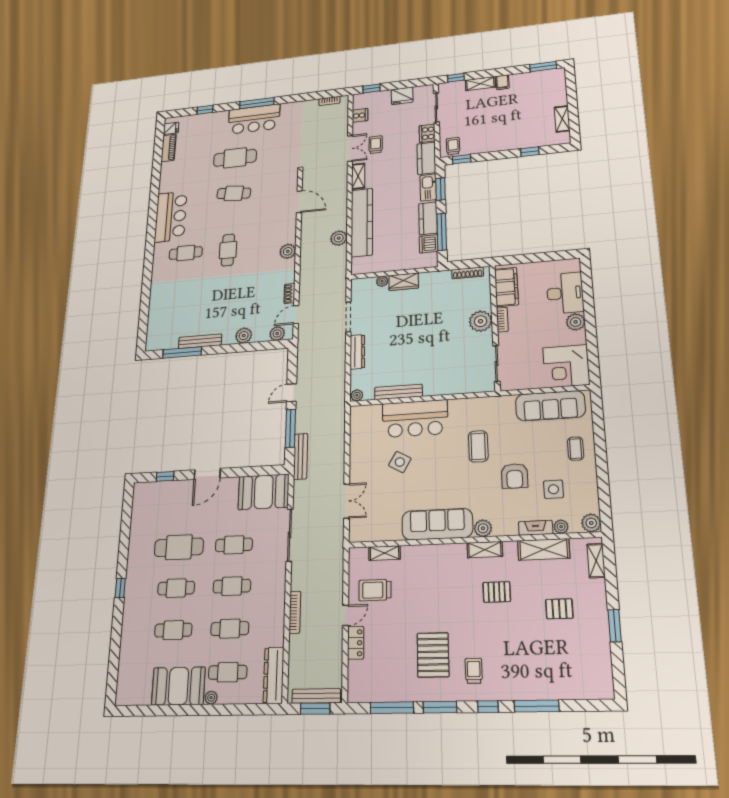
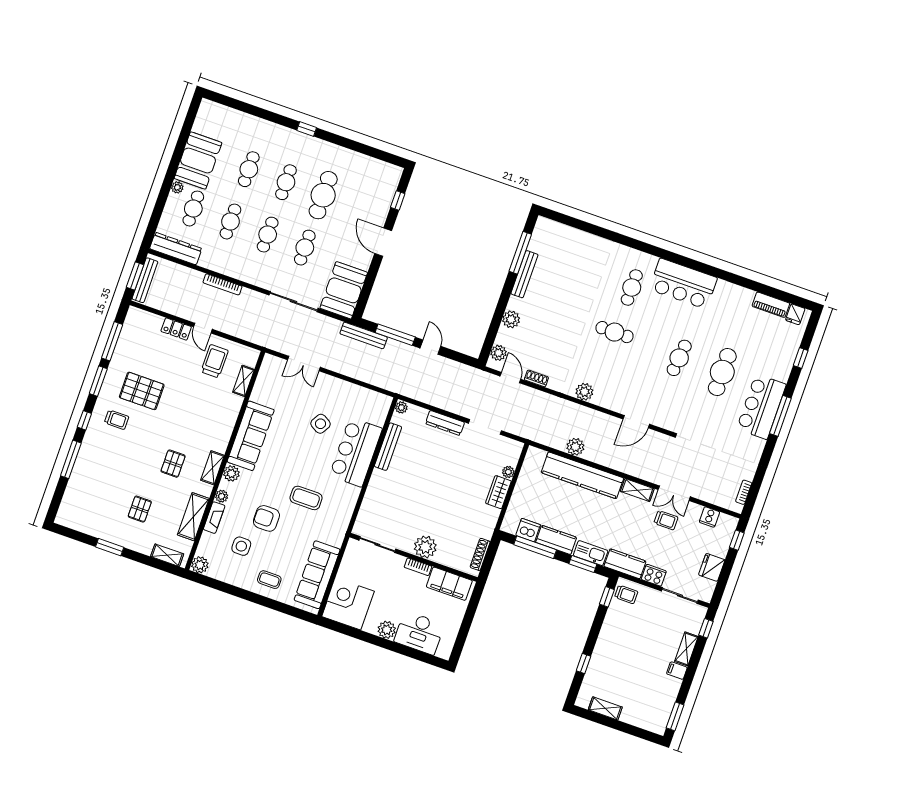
plant: (561, 527) -> (222, 496), moved

